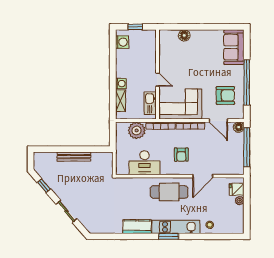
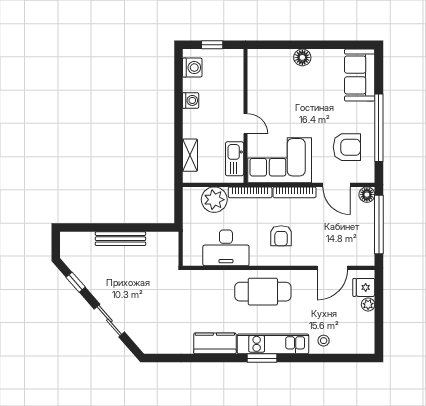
floor lamp: (184, 35) -> (302, 57), moved
washing machine: (121, 84) -> (191, 100), moved
door: (203, 176) -> (332, 268), moved

